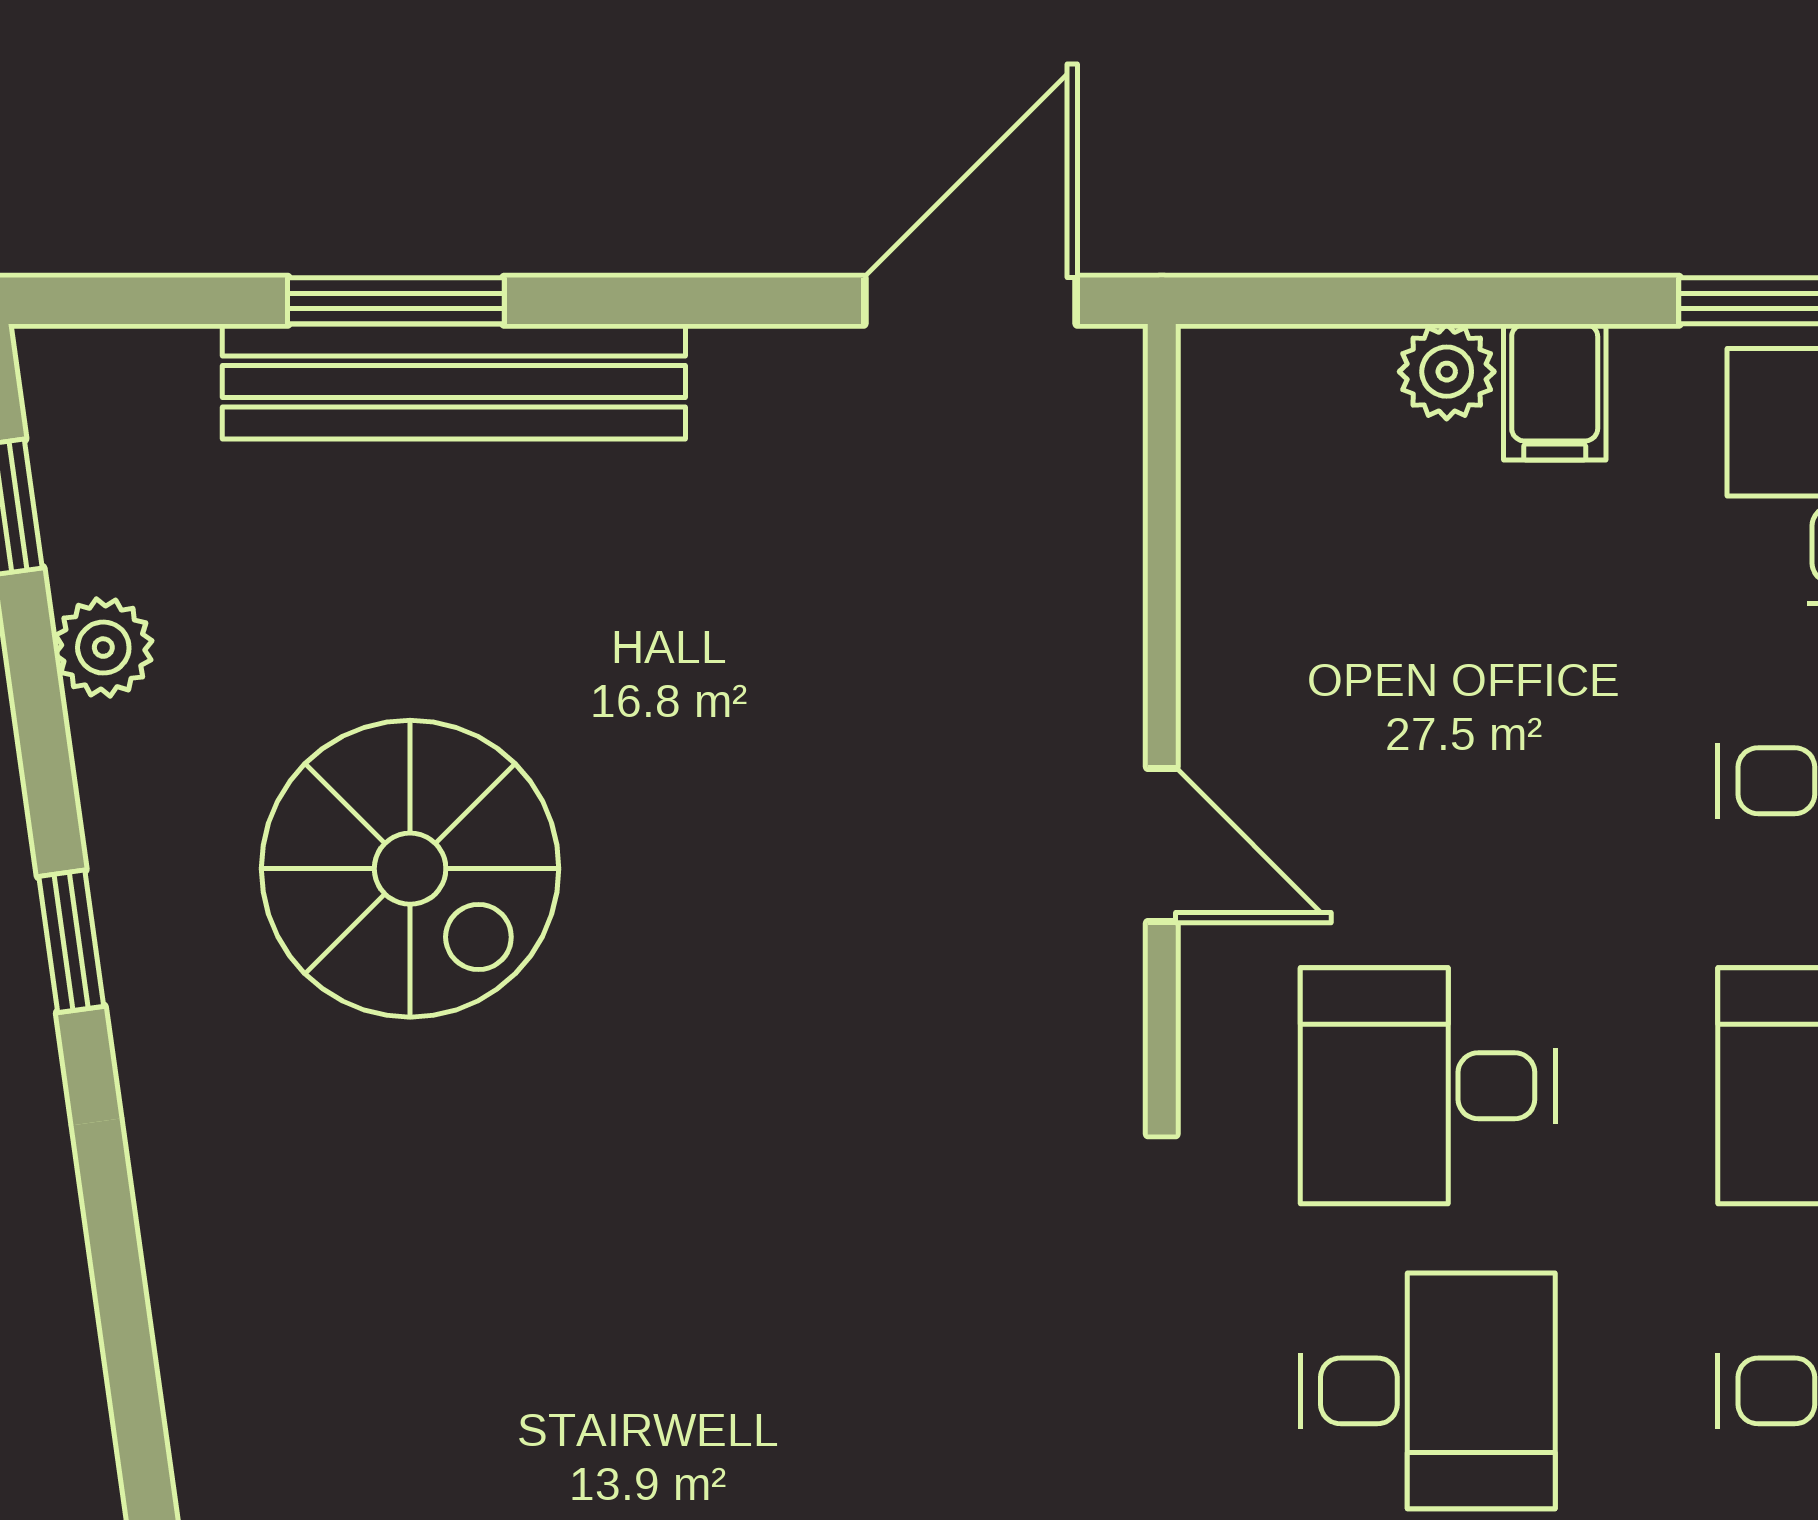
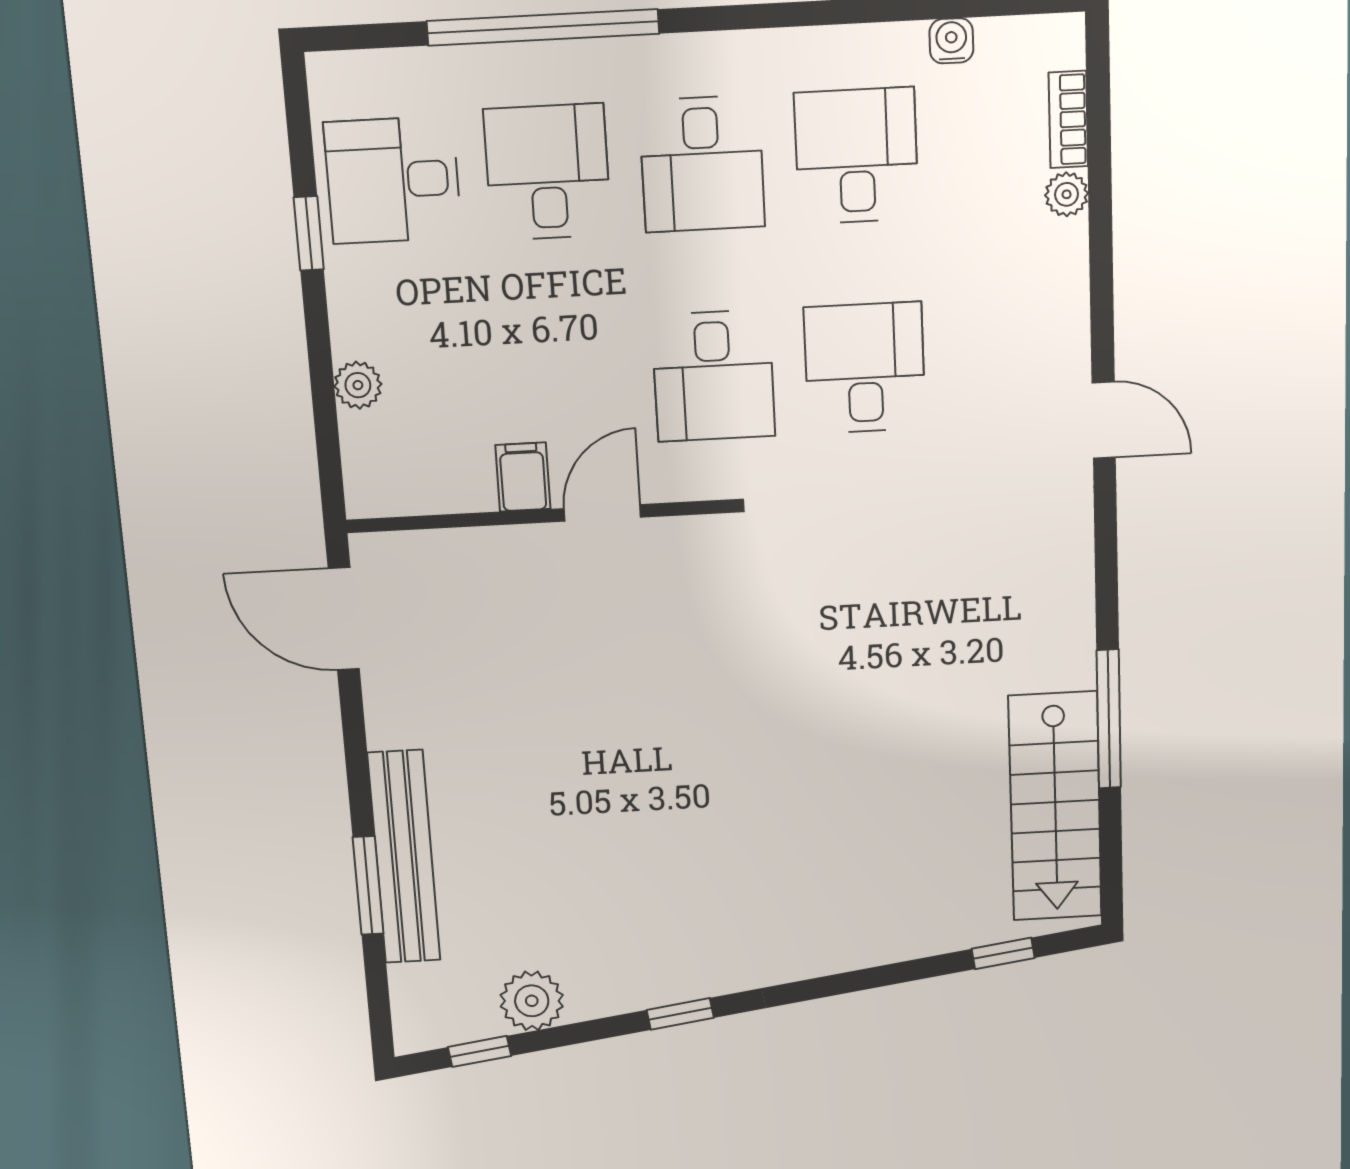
filing cabinet: (1555, 392) -> (523, 477), moved, turned -90
plant: (103, 648) -> (532, 1001), width x1.38, depth x1.38
spiral stairs: (410, 869) -> (637, 865), removed

